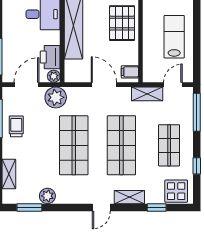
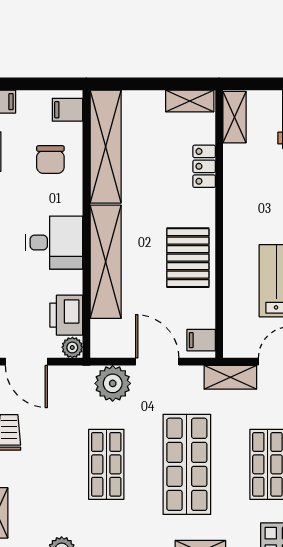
door: (26, 85) -> (26, 362), swing flipped
plant: (56, 97) -> (113, 383), moved
shop shelf: (74, 145) -> (106, 464), width x0.70, depth x0.74

